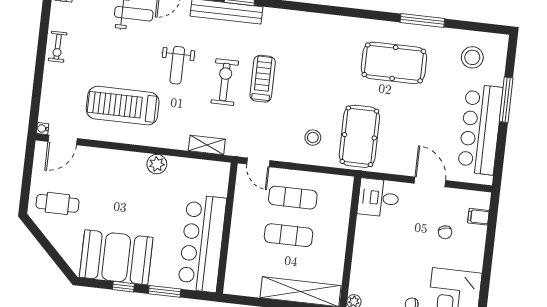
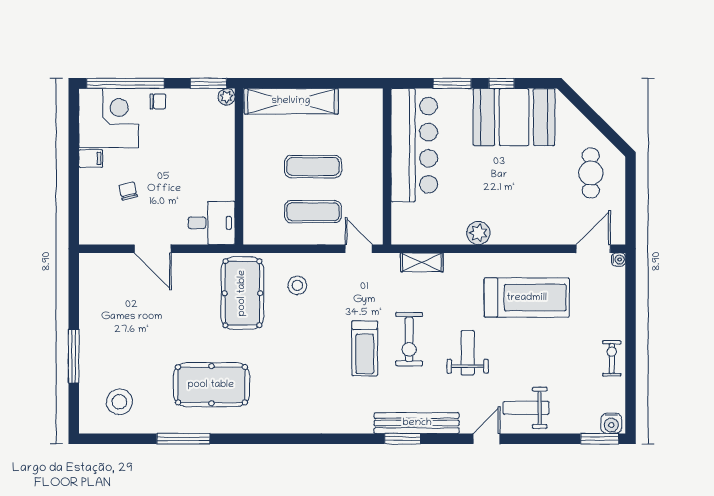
bar counter: (480, 129) -> (100, 318), removed
cafe table: (57, 203) -> (591, 173), turned 90
filing cabinet: (478, 217) -> (91, 158), moved

